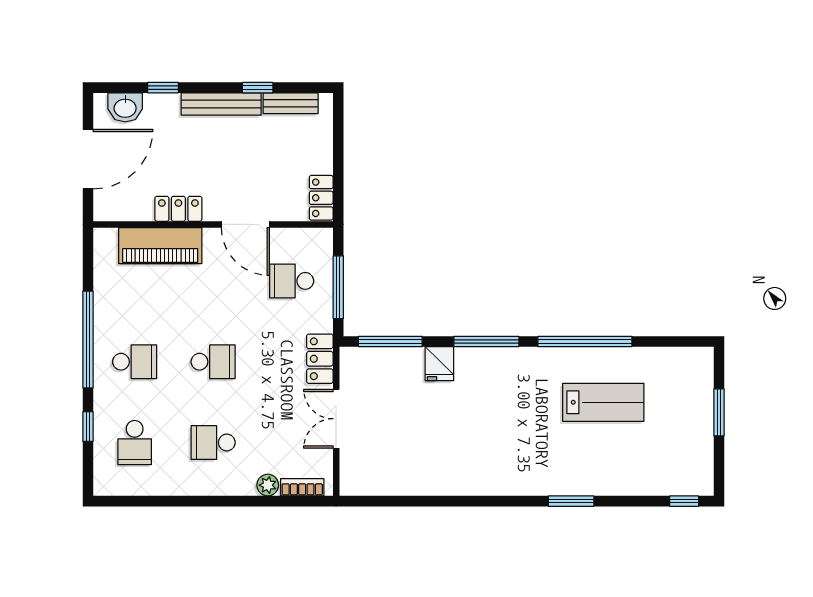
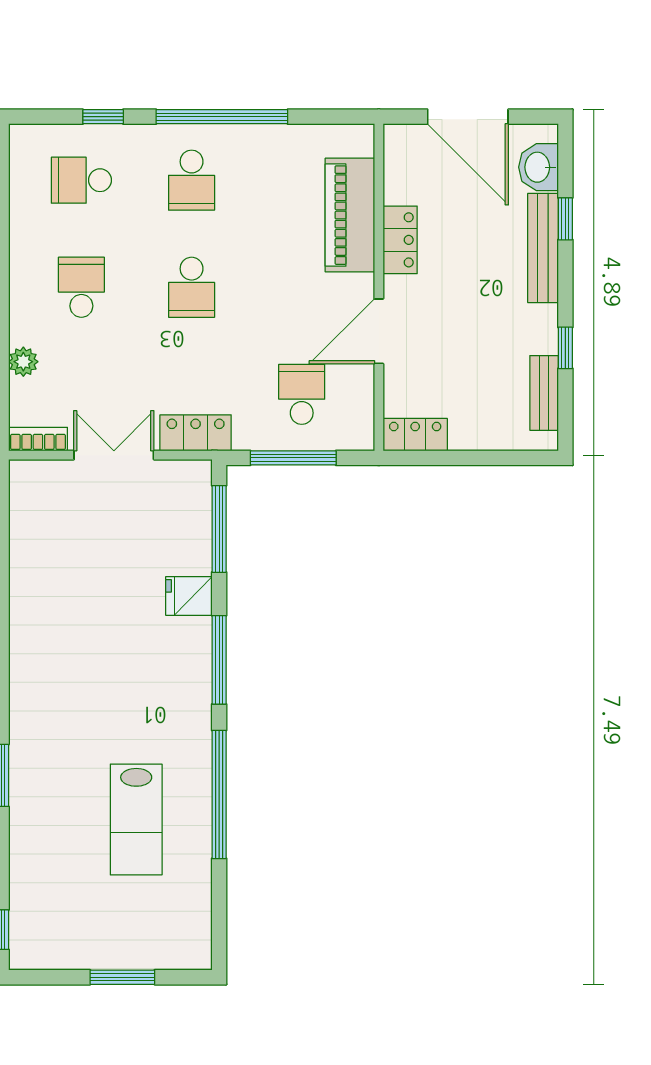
bench: (221, 104) -> (543, 248), moved
bookcase: (302, 487) -> (38, 439), moved, turned -90

